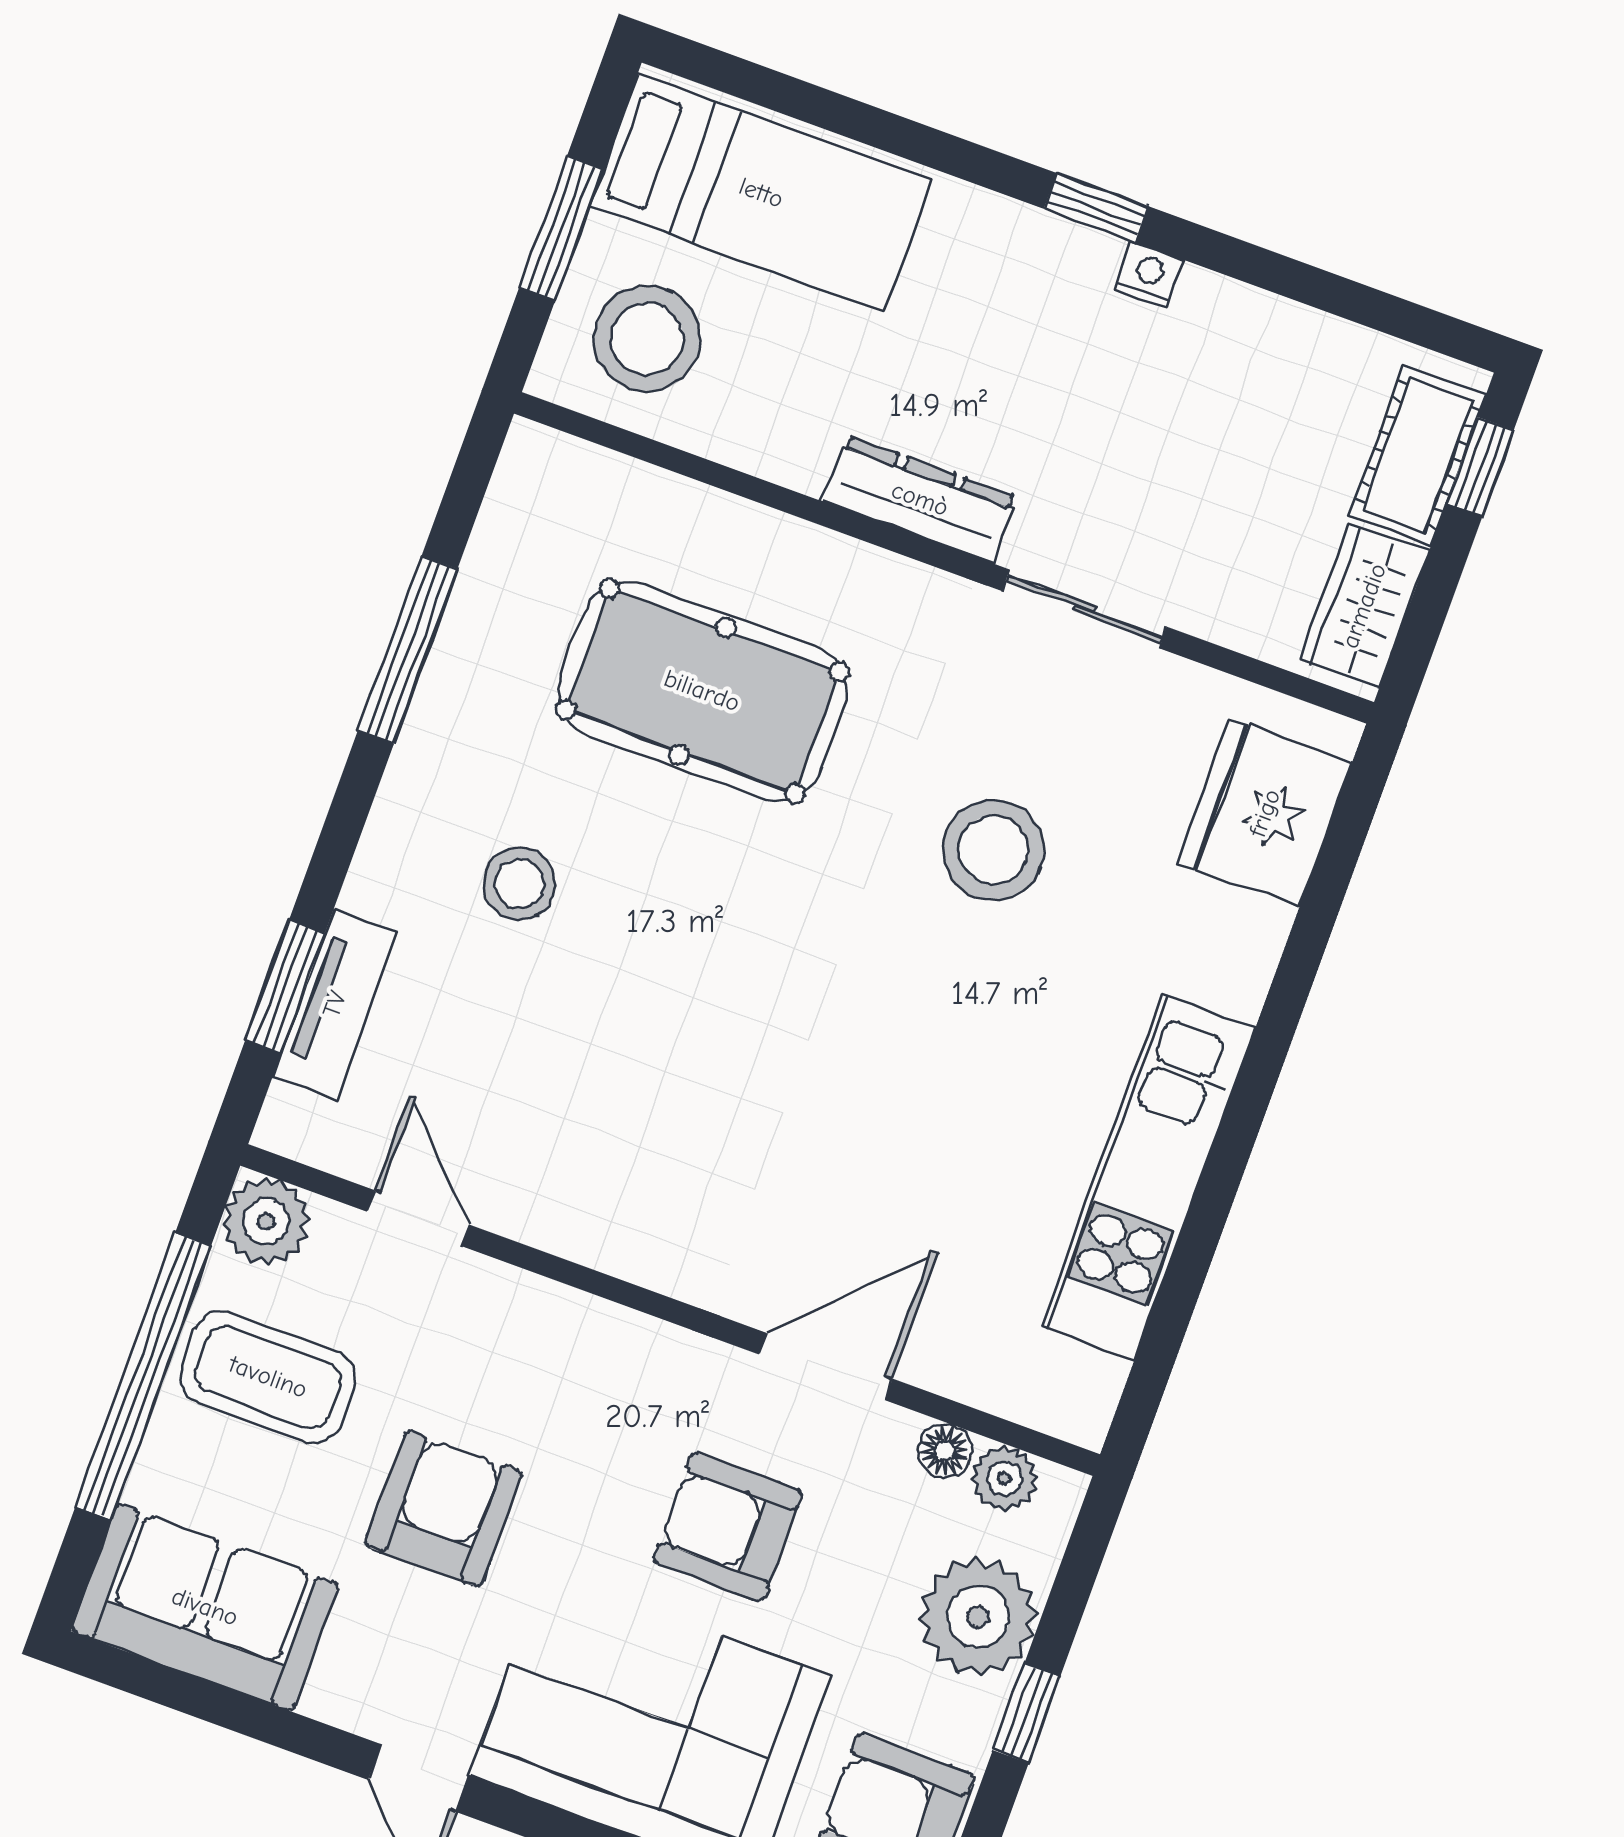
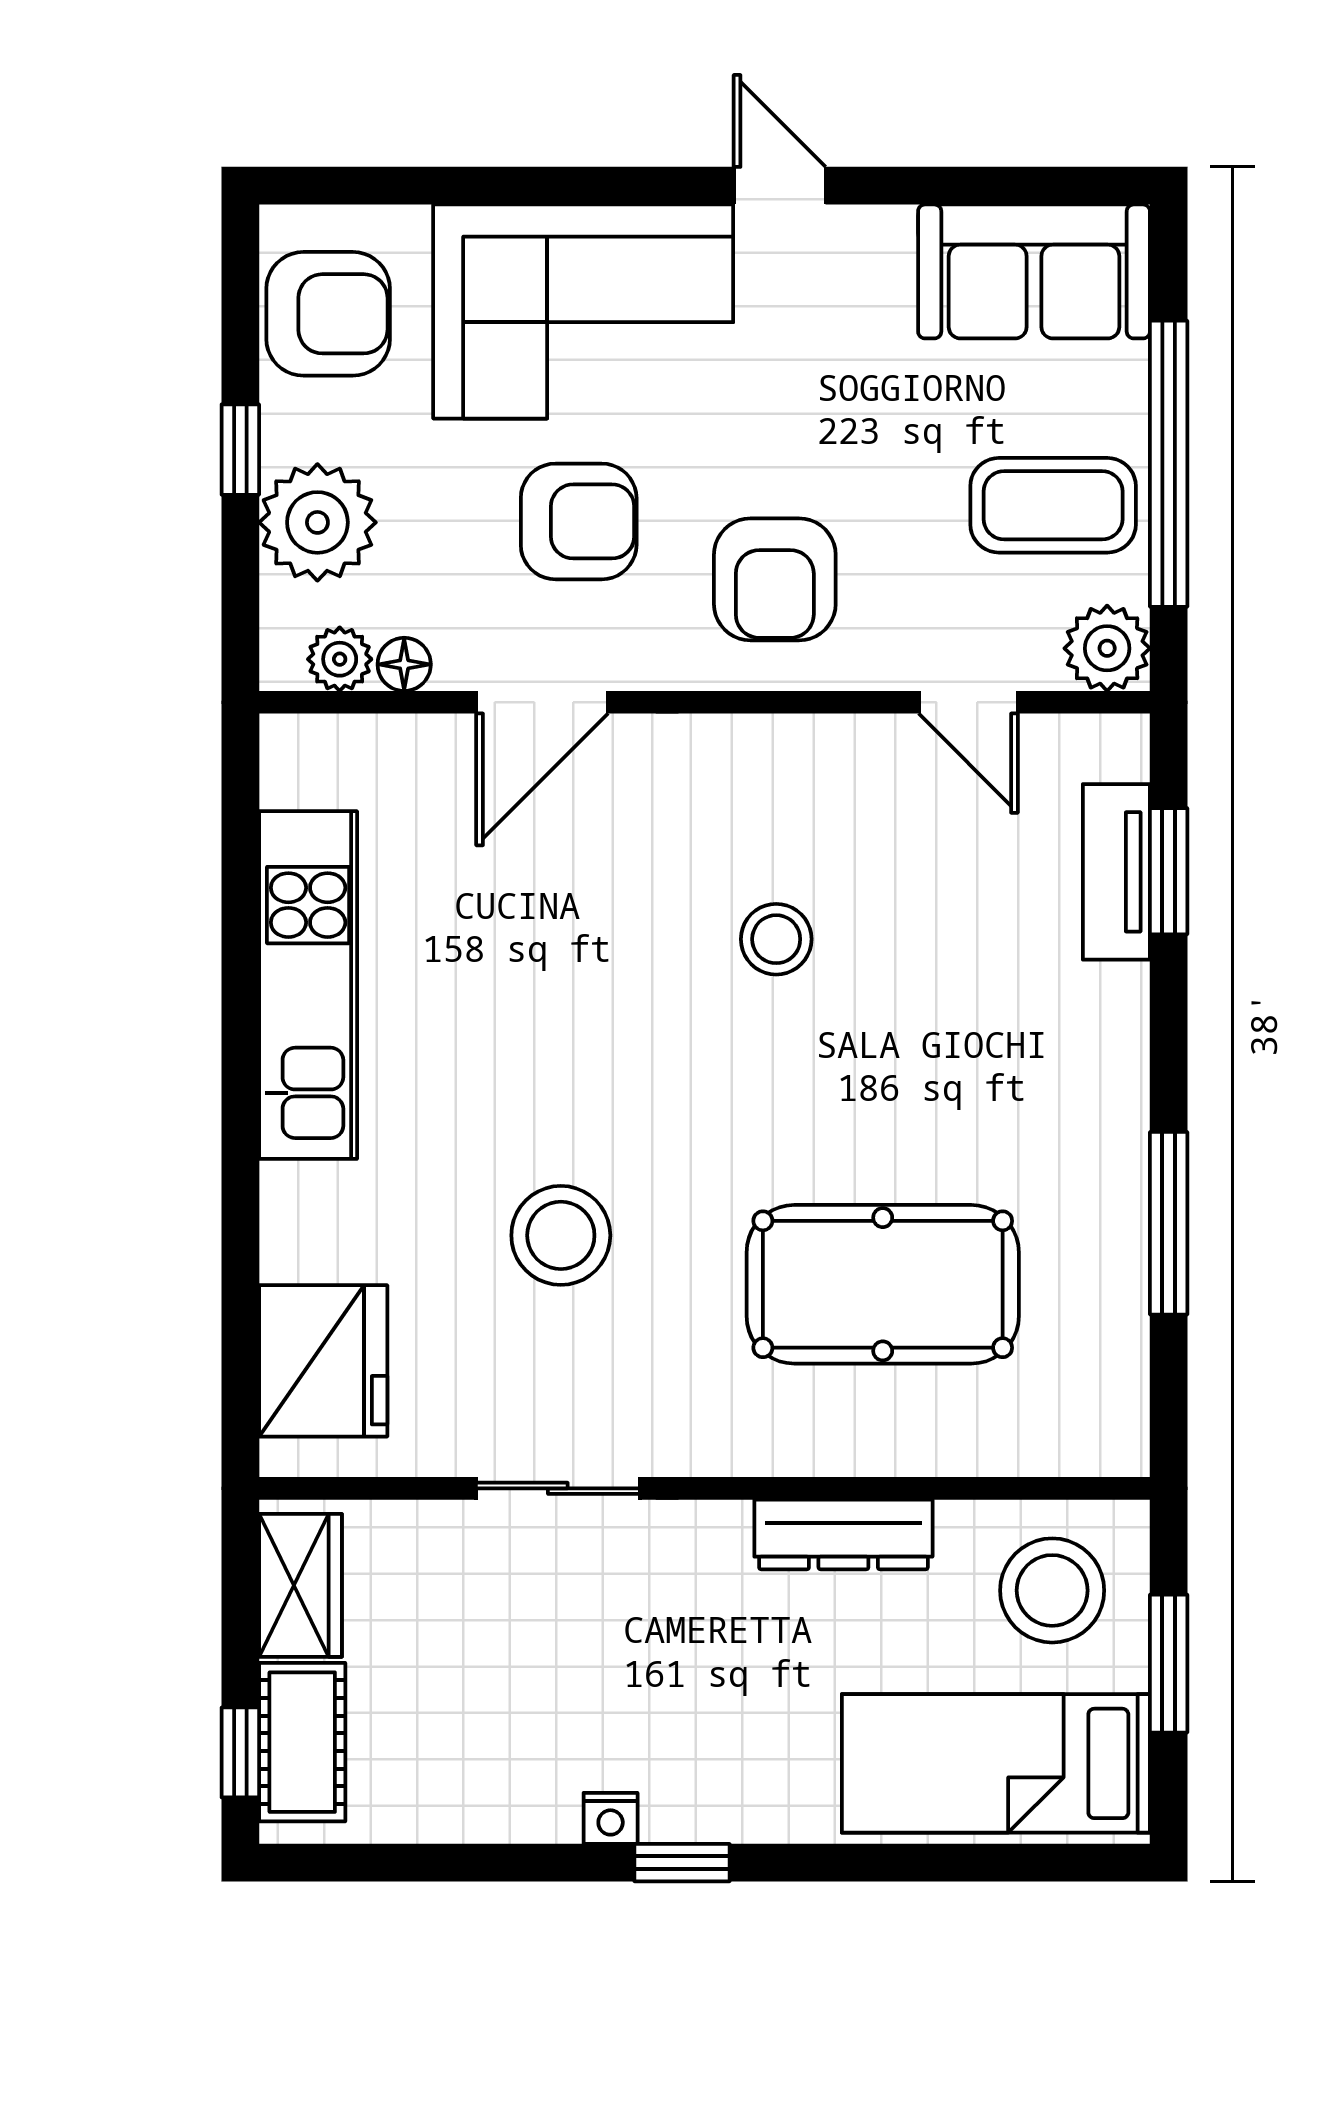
dresser: (920, 499) -> (843, 1534), moved
stool: (519, 884) -> (776, 939), moved
armchair: (444, 1509) -> (775, 579), moved

